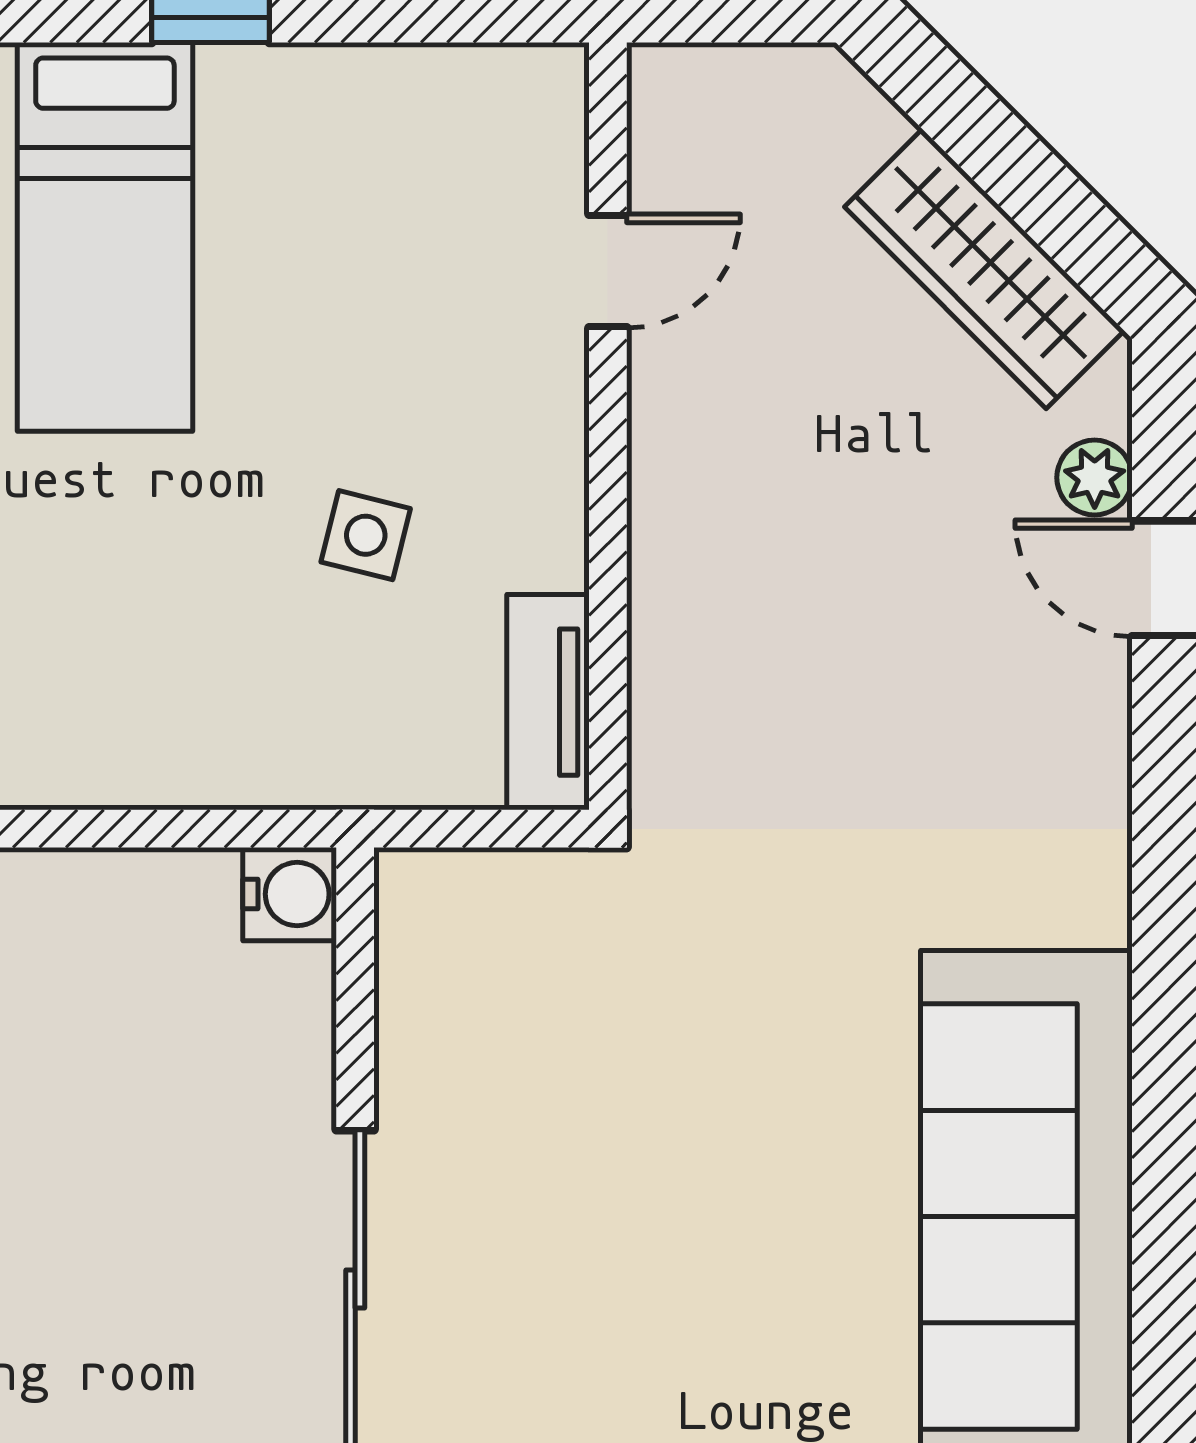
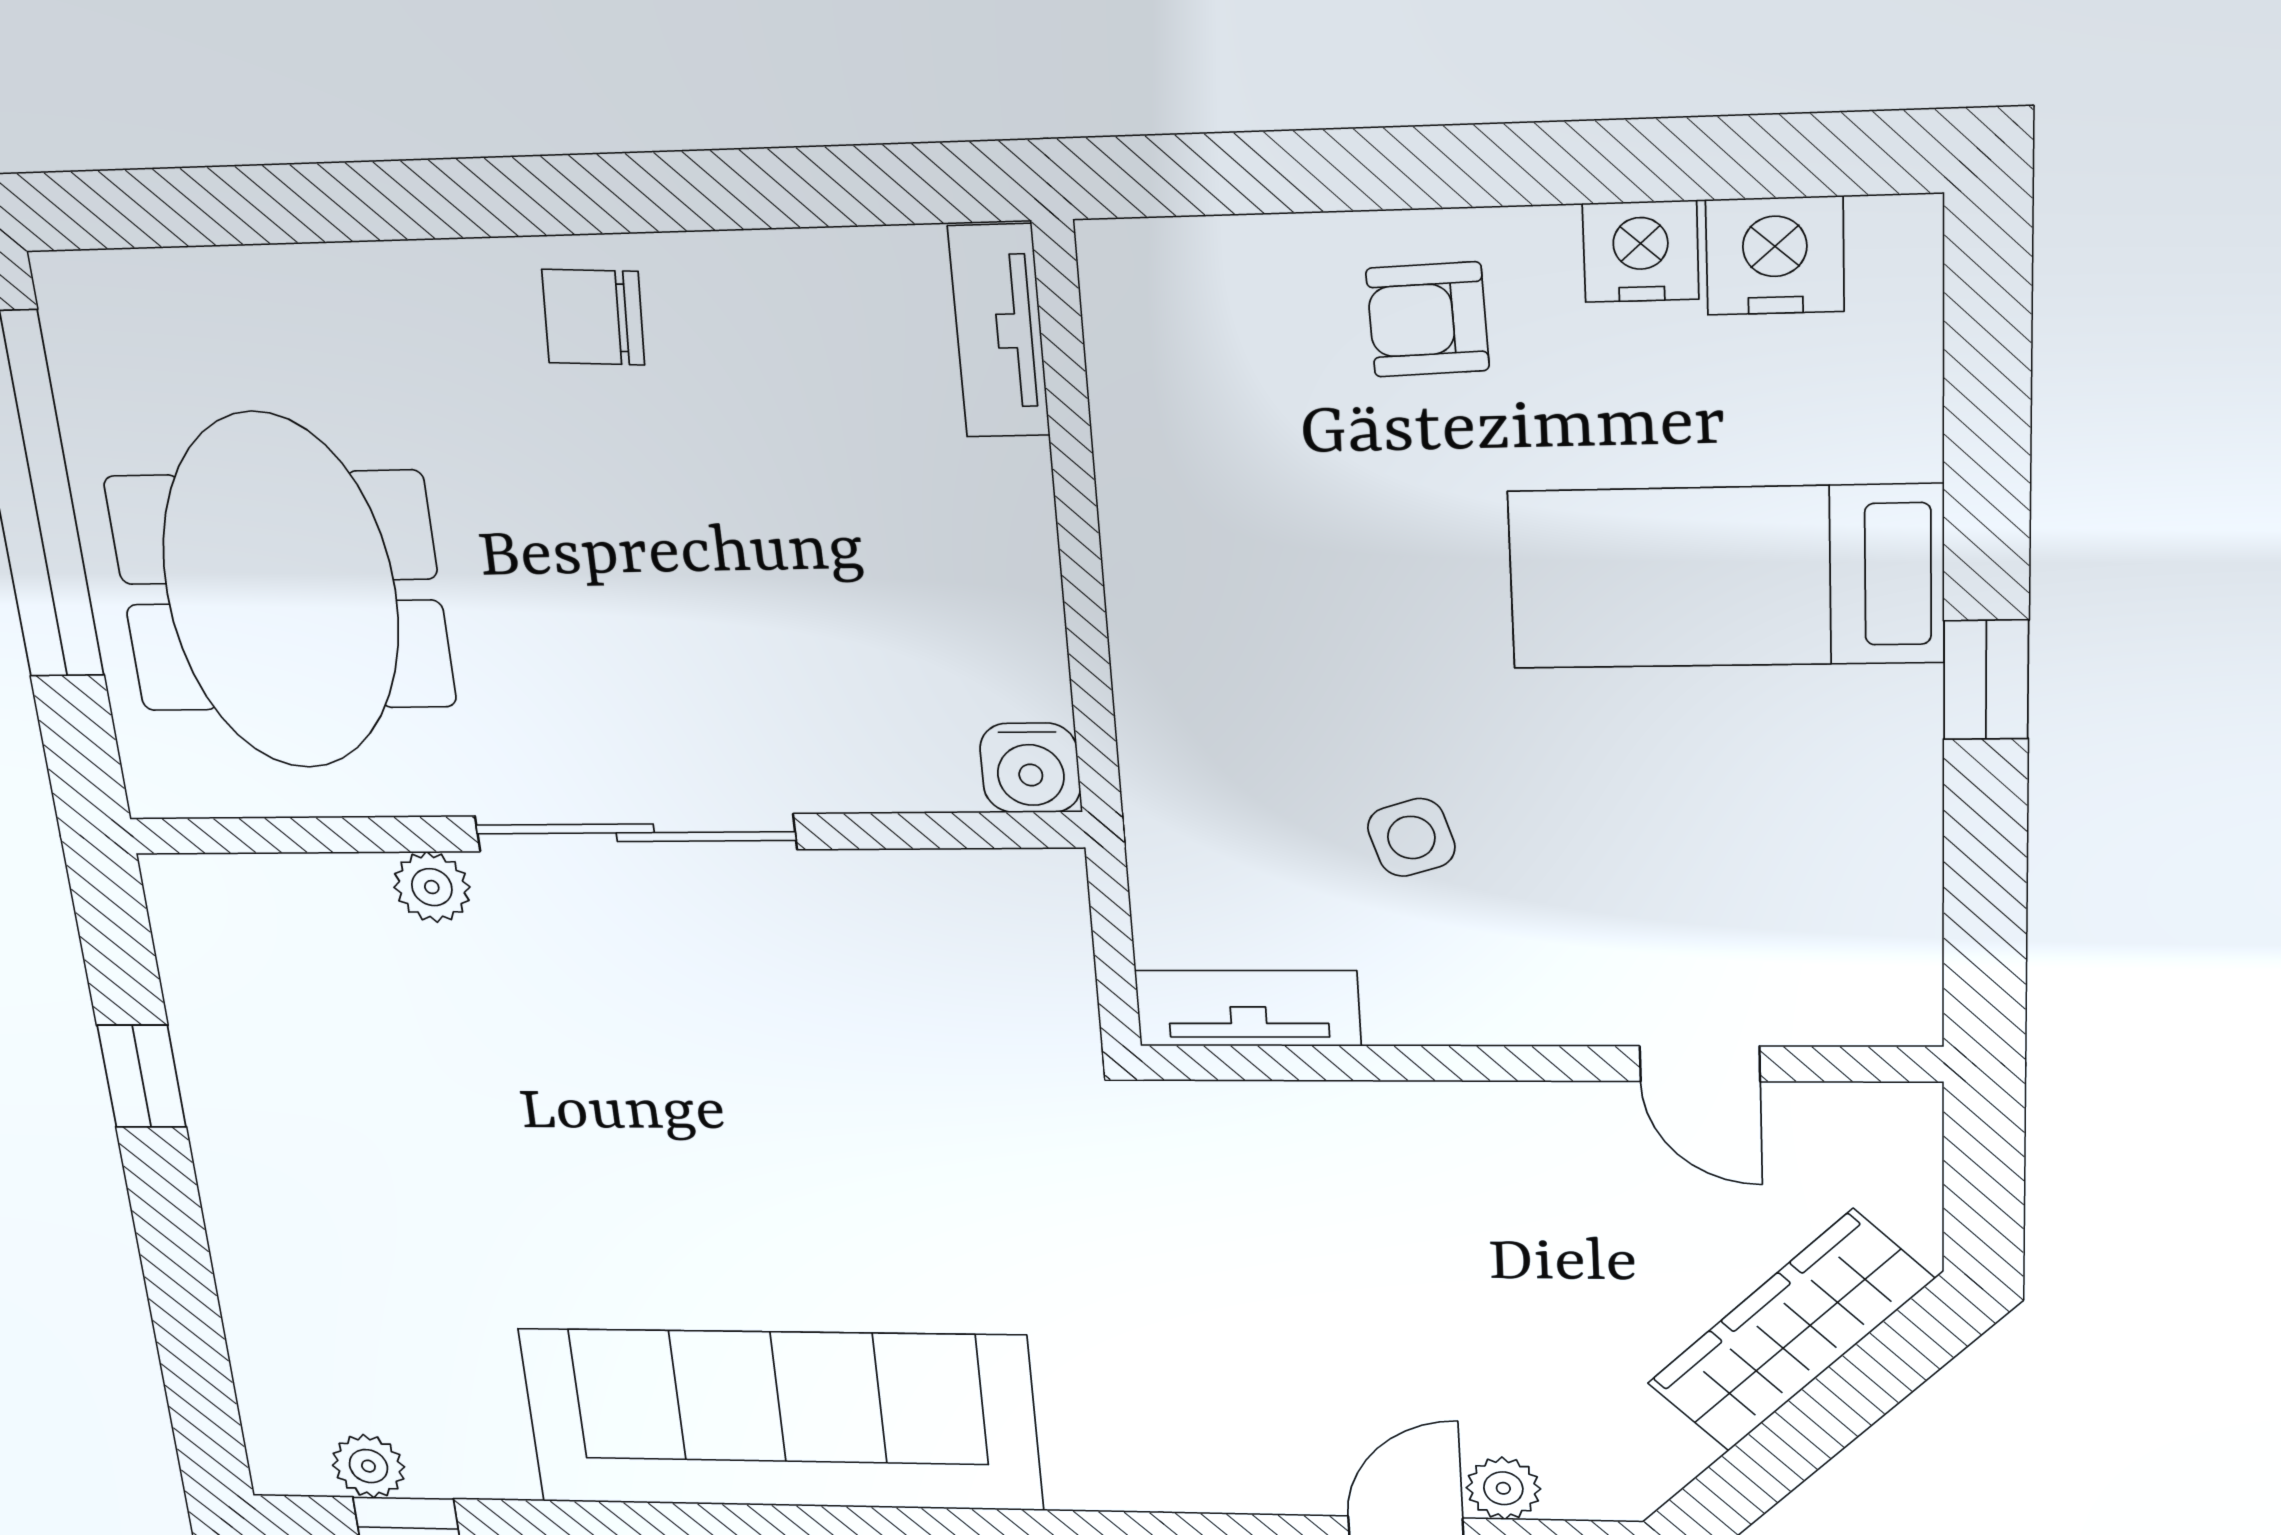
wardrobe: (984, 269) -> (1790, 1331), moved
side table: (366, 535) -> (1411, 837), turned -31

